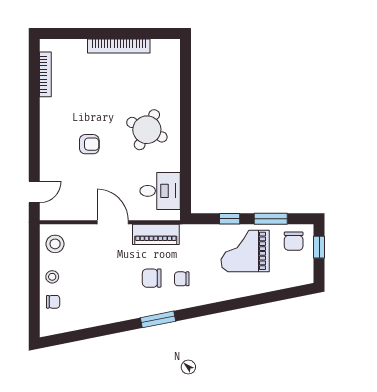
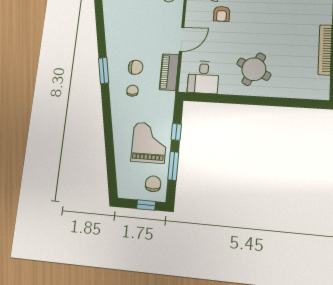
armchair: (89, 144) -> (222, 14), moved
chair: (294, 241) -> (153, 184), turned 90
chair: (152, 278) -> (136, 67), turned 90

